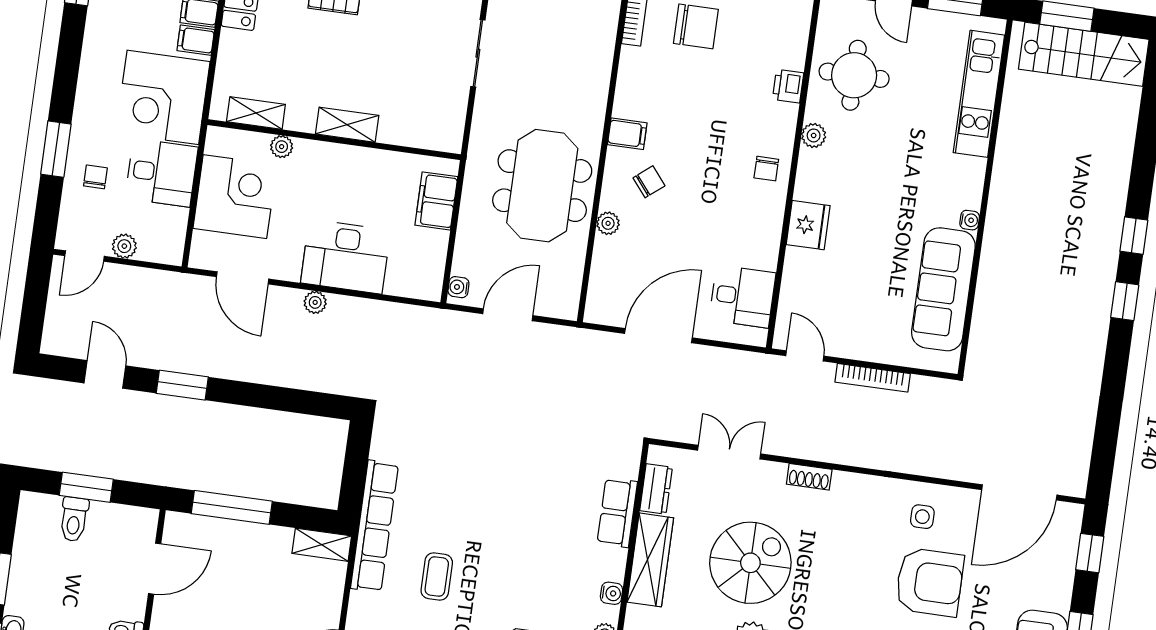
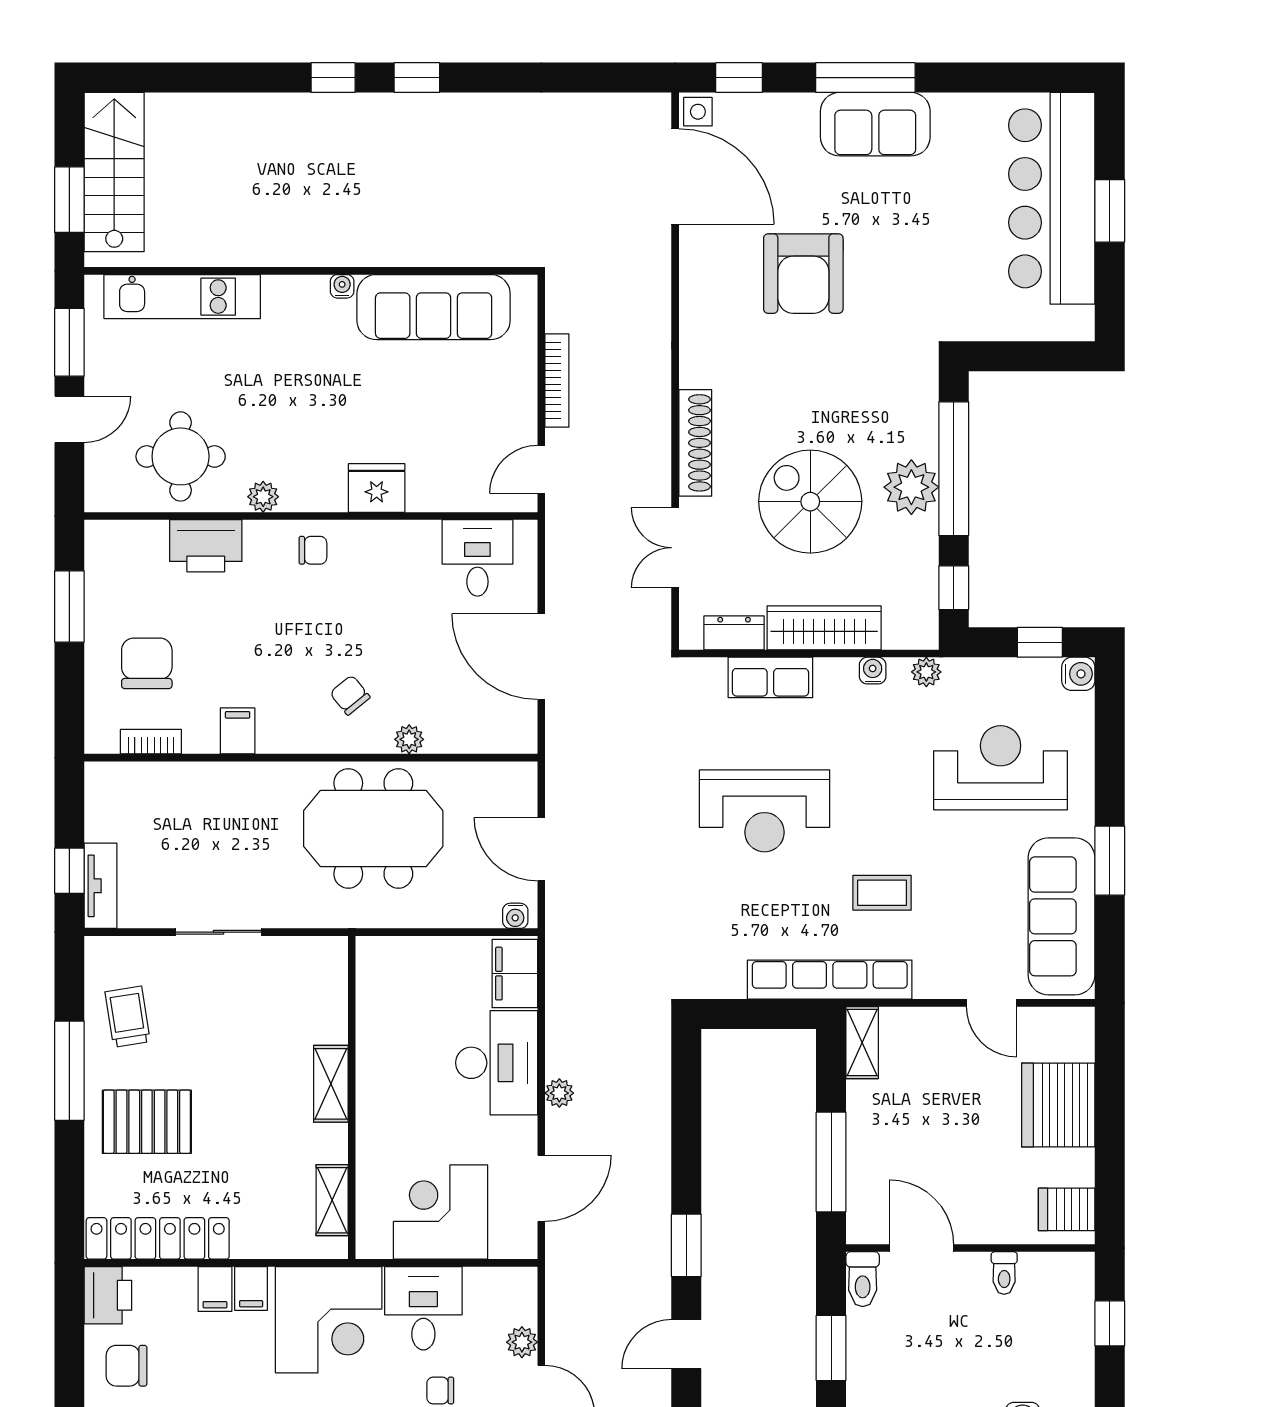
printer: (788, 86) -> (206, 546), width x1.87, depth x1.48
filing cabinet: (627, 134) -> (238, 731), moved
plant: (282, 147) -> (370, 1162), removed
filing cabinet: (436, 201) -> (515, 974), moved, turned 90
shoe rack: (809, 477) -> (695, 443), width x1.94, depth x1.24
reception desk: (514, 493) -> (764, 811), added
side table: (922, 517) -> (698, 112), moved
toilet: (74, 519) -> (863, 1279), moved, turned 90
armchair: (930, 582) -> (803, 274), turned 180

